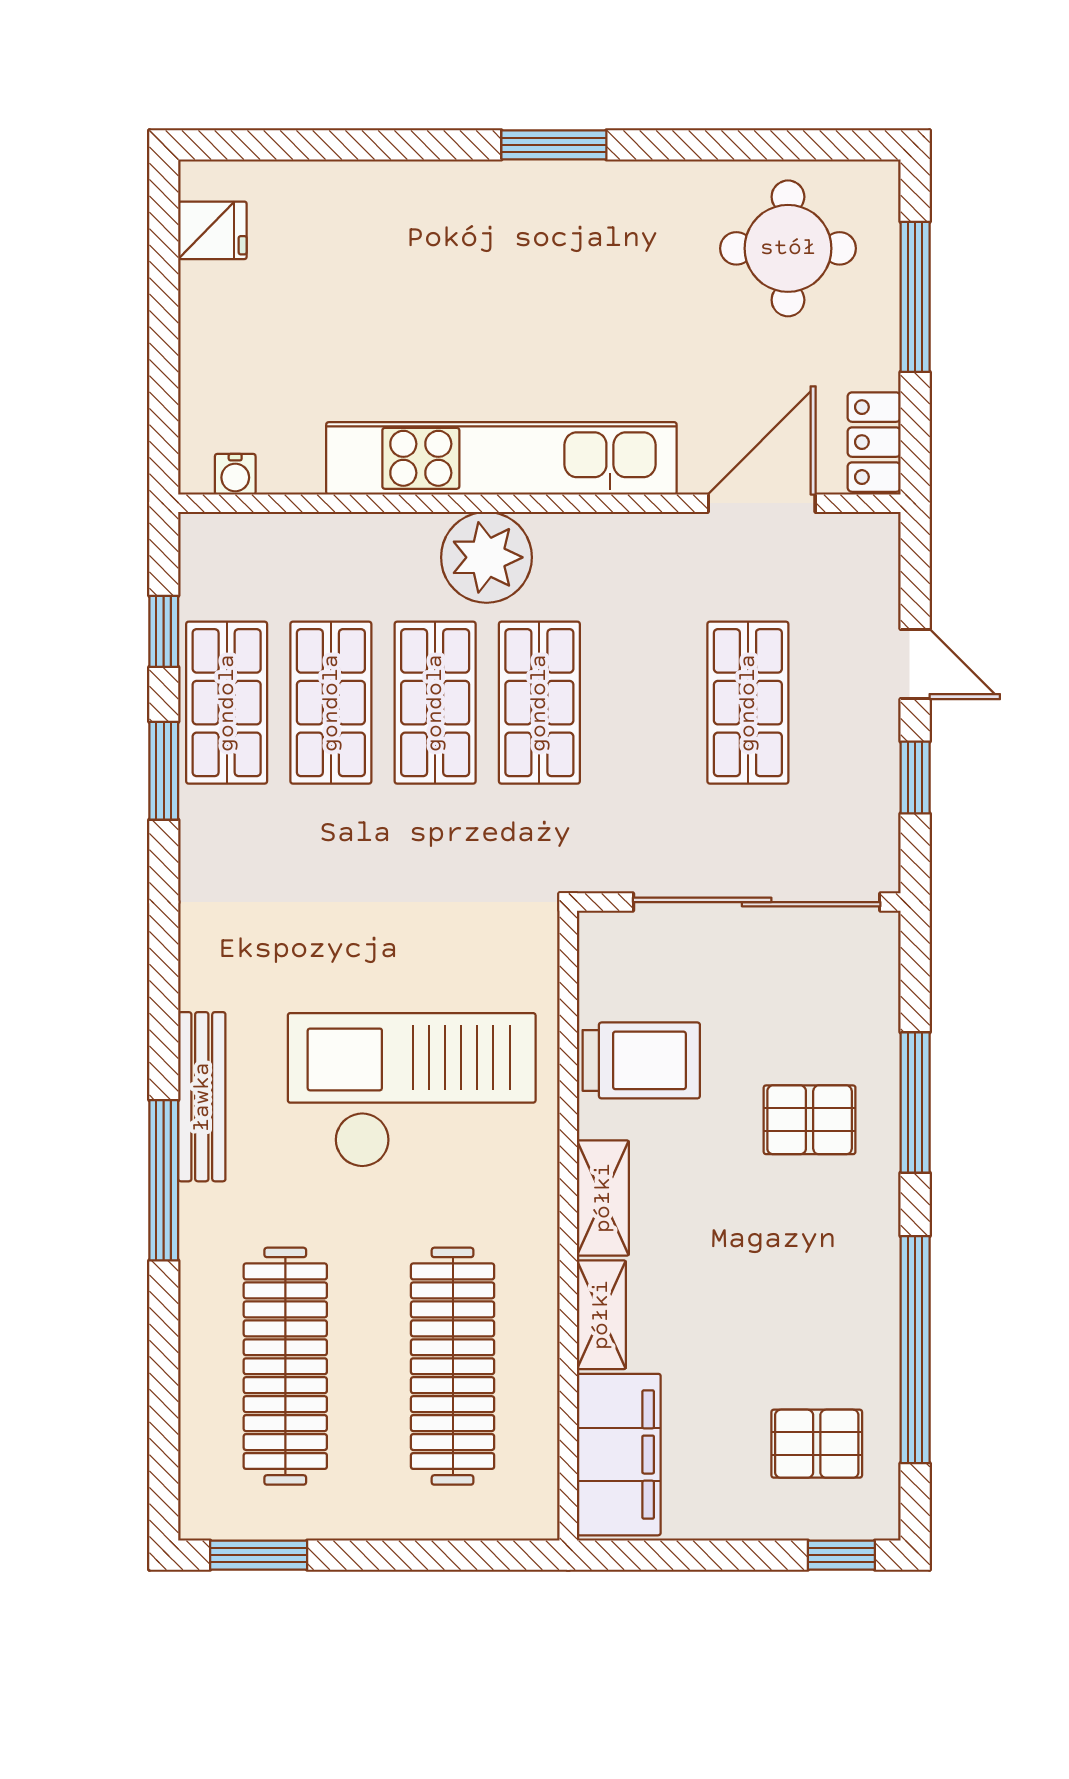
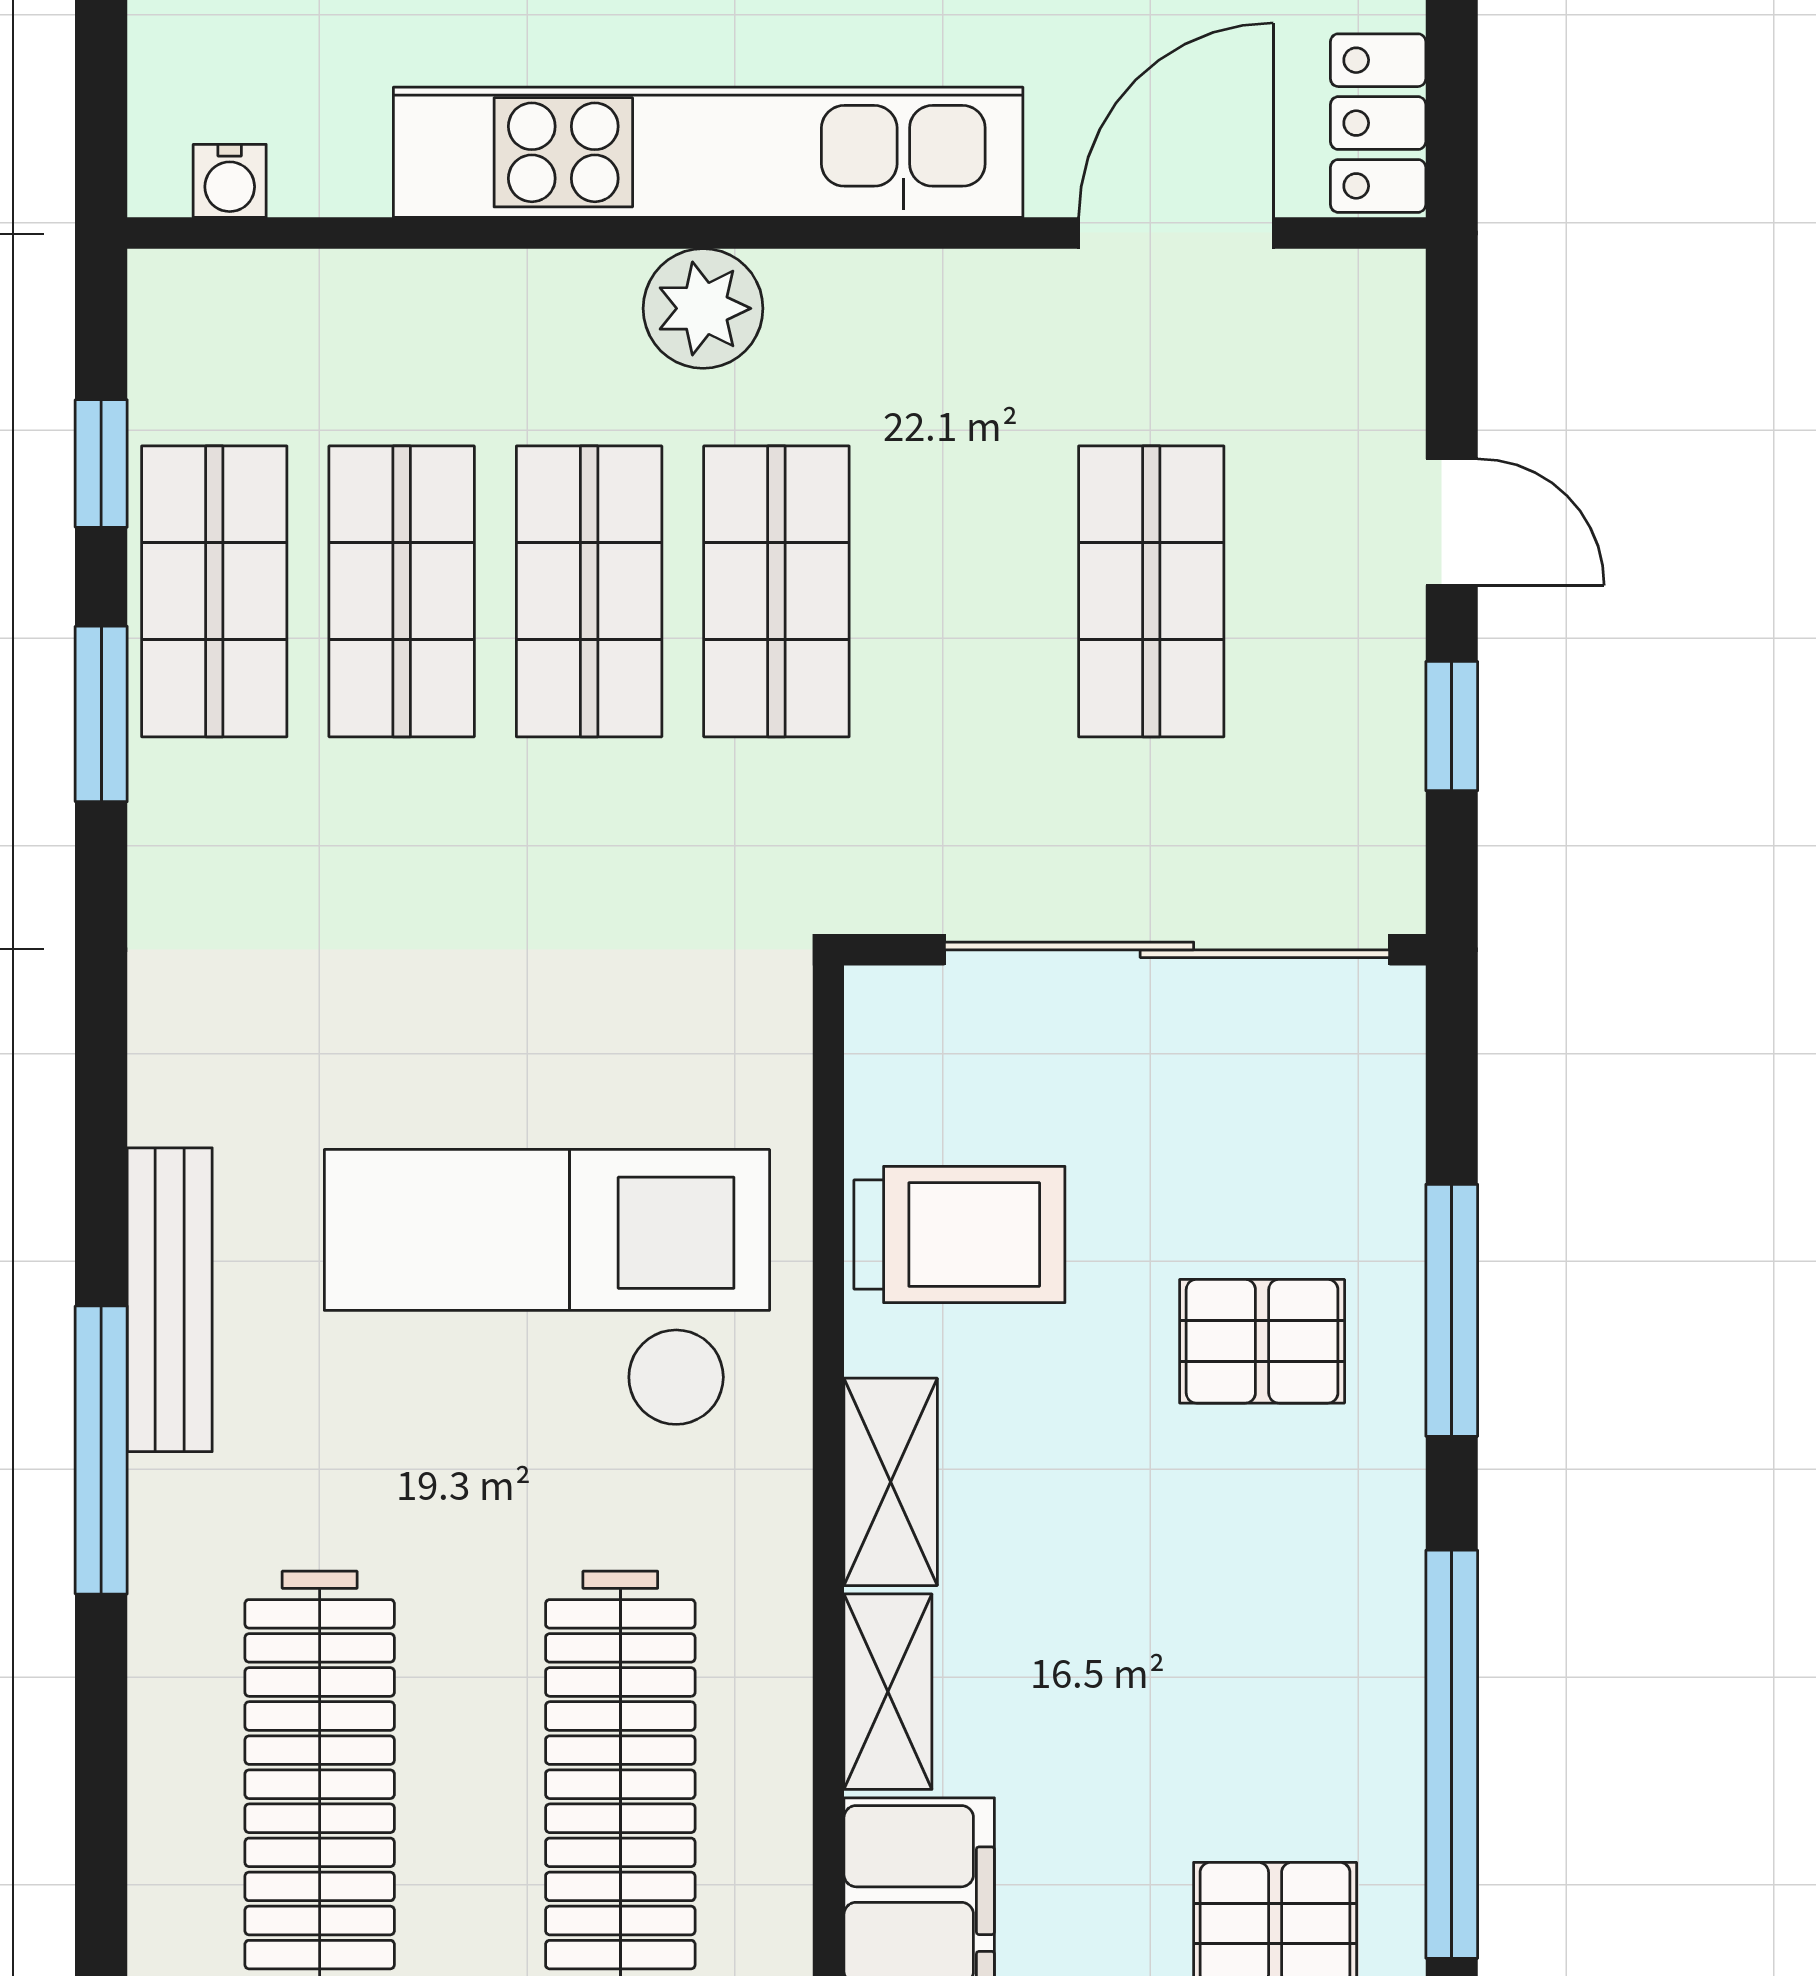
plant: (486, 557) -> (703, 308), width x0.73, depth x0.73

